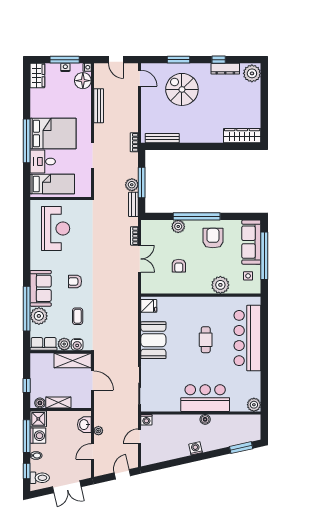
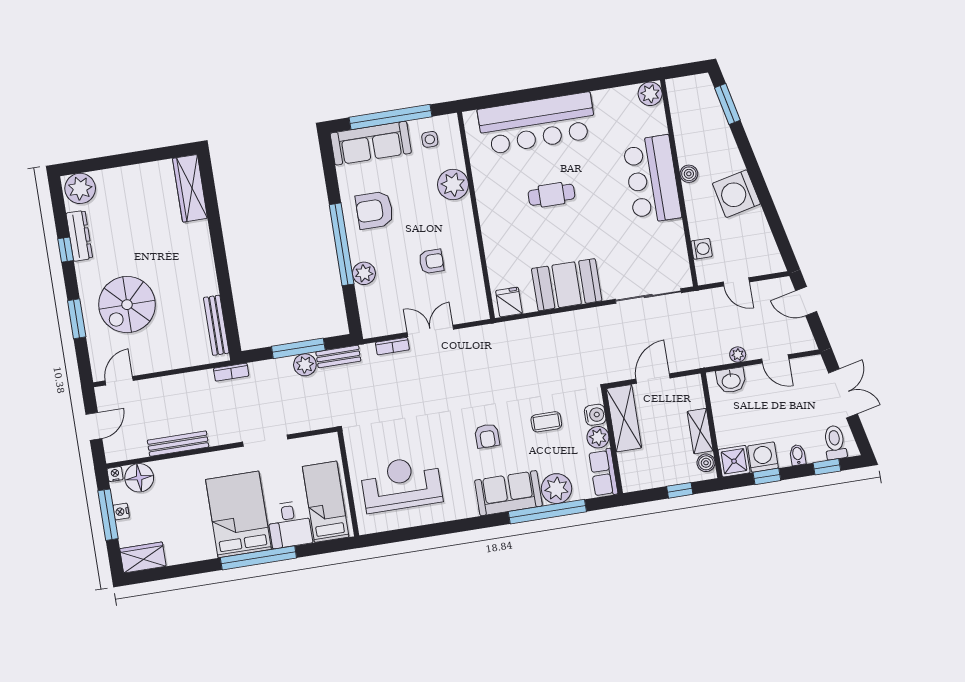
washing machine: (146, 420) -> (702, 249), moved
window: (27, 436) -> (767, 476), width x0.46
washing machine: (196, 448) -> (736, 194), width x1.89, depth x1.89

